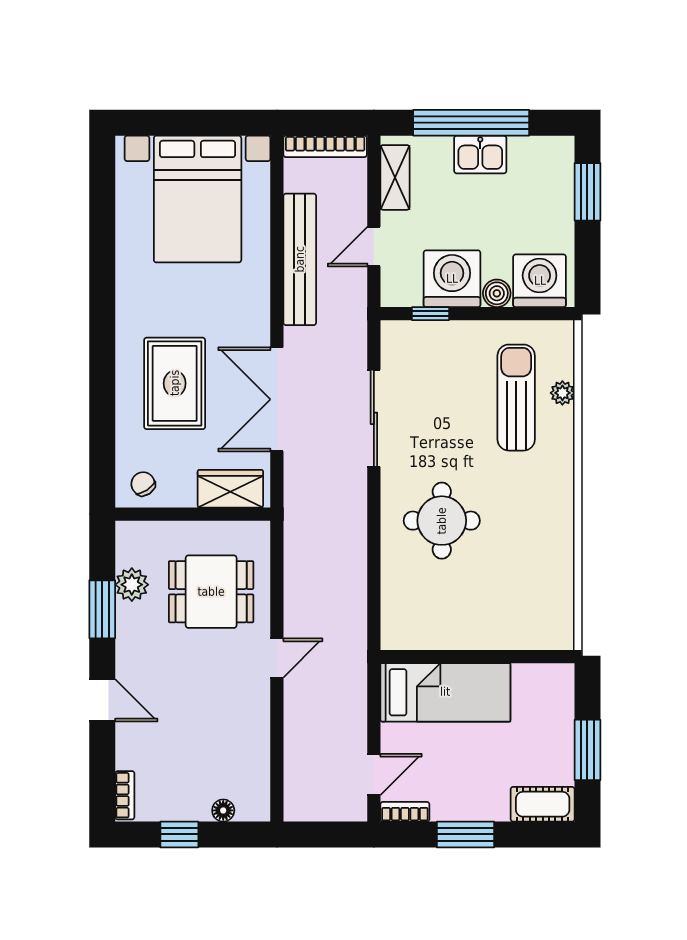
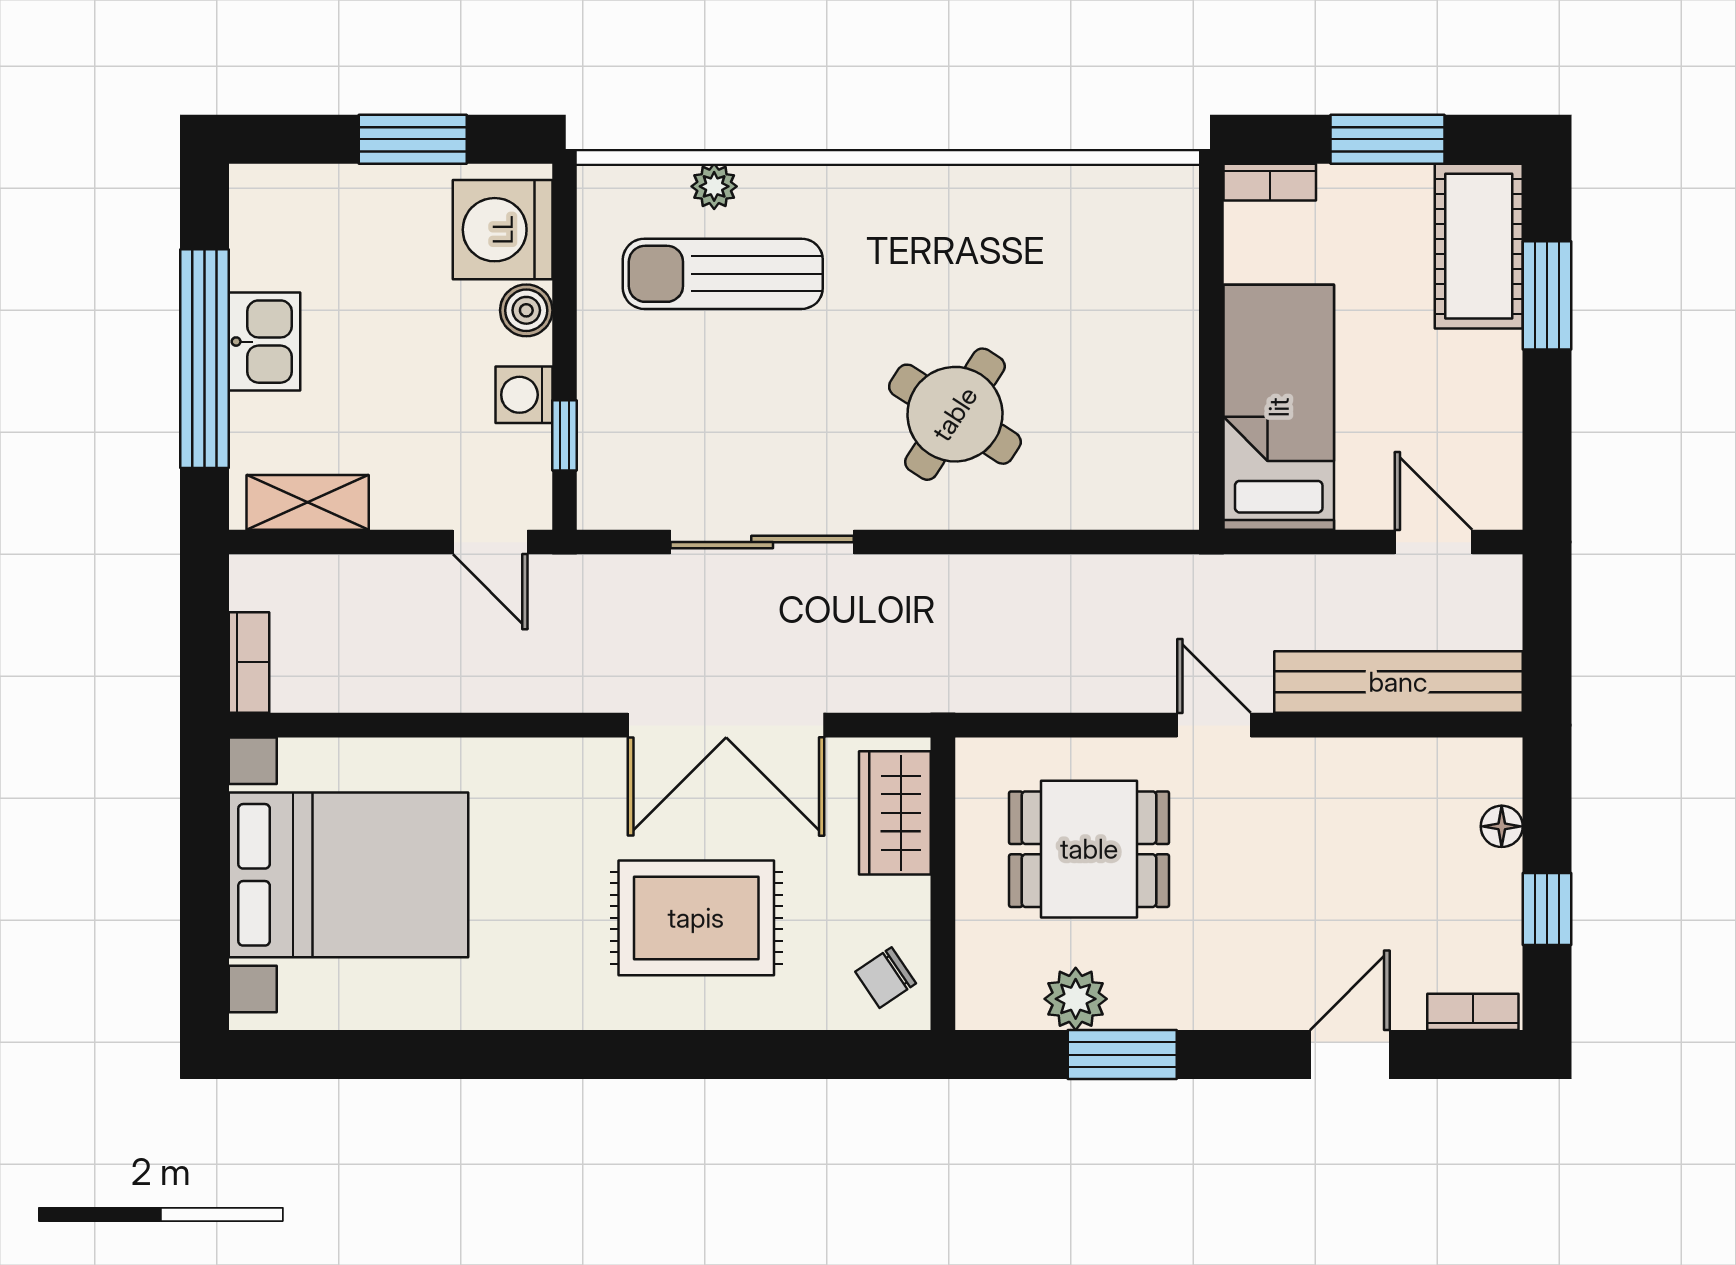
bookcase: (325, 146) -> (249, 662), width x0.64
window: (587, 192) -> (413, 139), moved
door: (374, 247) -> (490, 542), moved
bench: (300, 259) -> (1398, 682), moved
washing machine: (452, 279) -> (524, 395), width x0.53, depth x0.53
round table: (442, 521) -> (955, 414), turned 33
dining table: (211, 592) -> (1089, 849), turned 90
door: (102, 700) -> (1350, 1055), moved
cot: (543, 804) -> (1479, 246), width x1.37, depth x1.34
bookcase: (405, 812) -> (1270, 182), moved, turned -90
window: (465, 834) -> (1547, 295), moved

